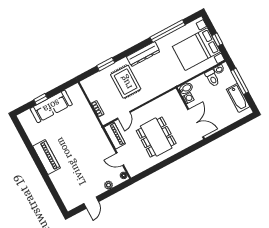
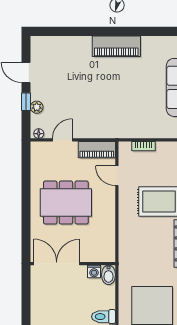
double door: (196, 123) -> (57, 264), swing flipped
window: (109, 193) -> (26, 102), added

